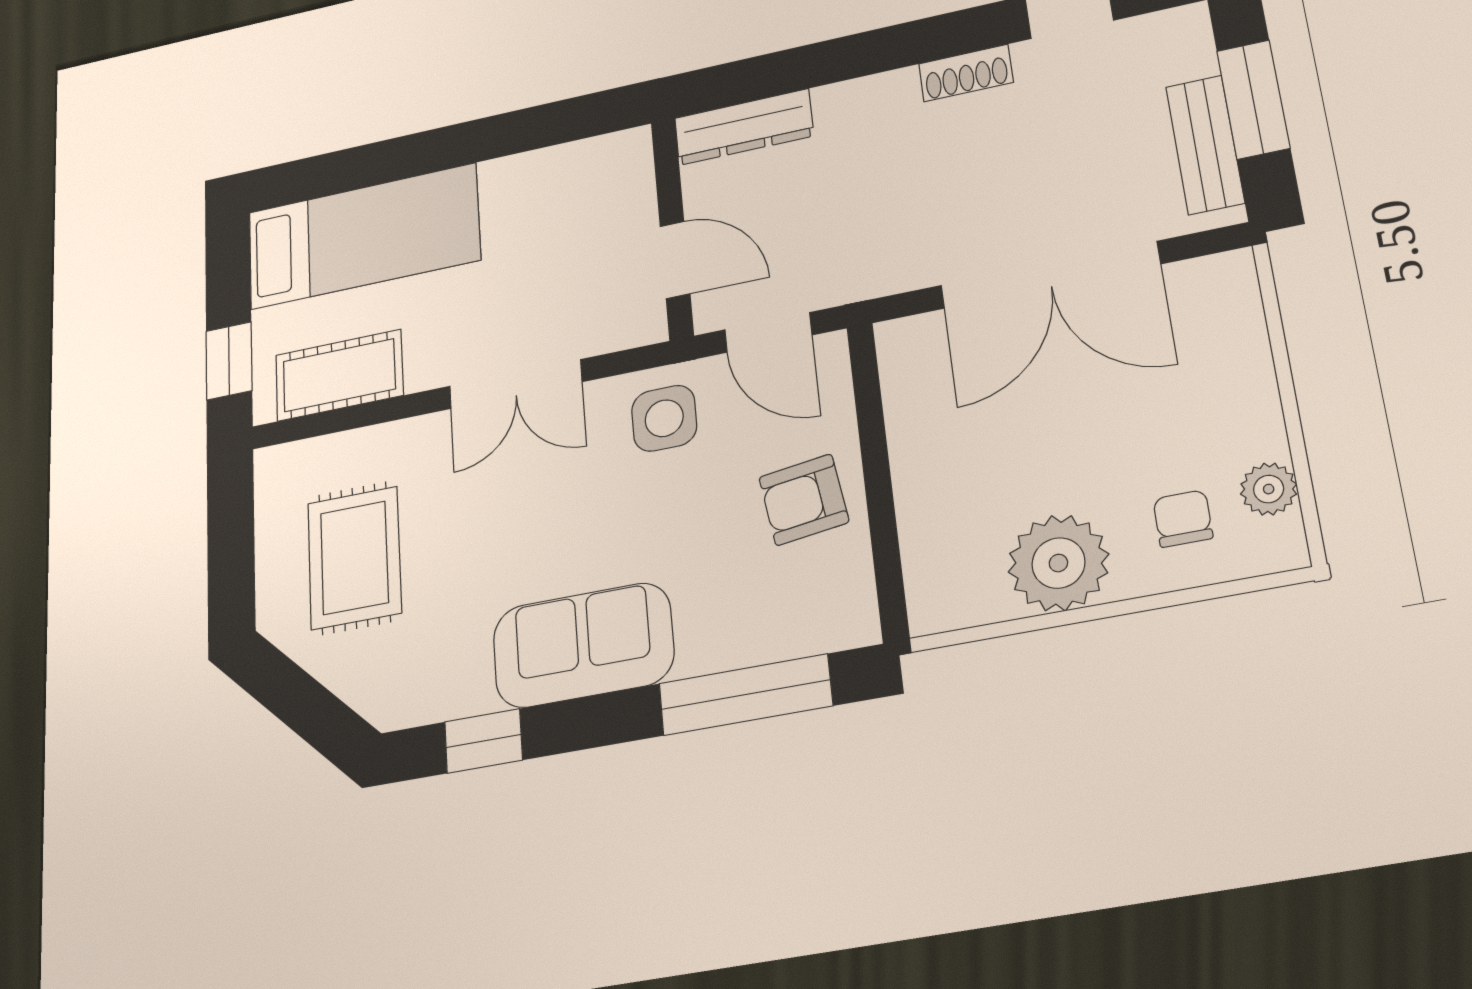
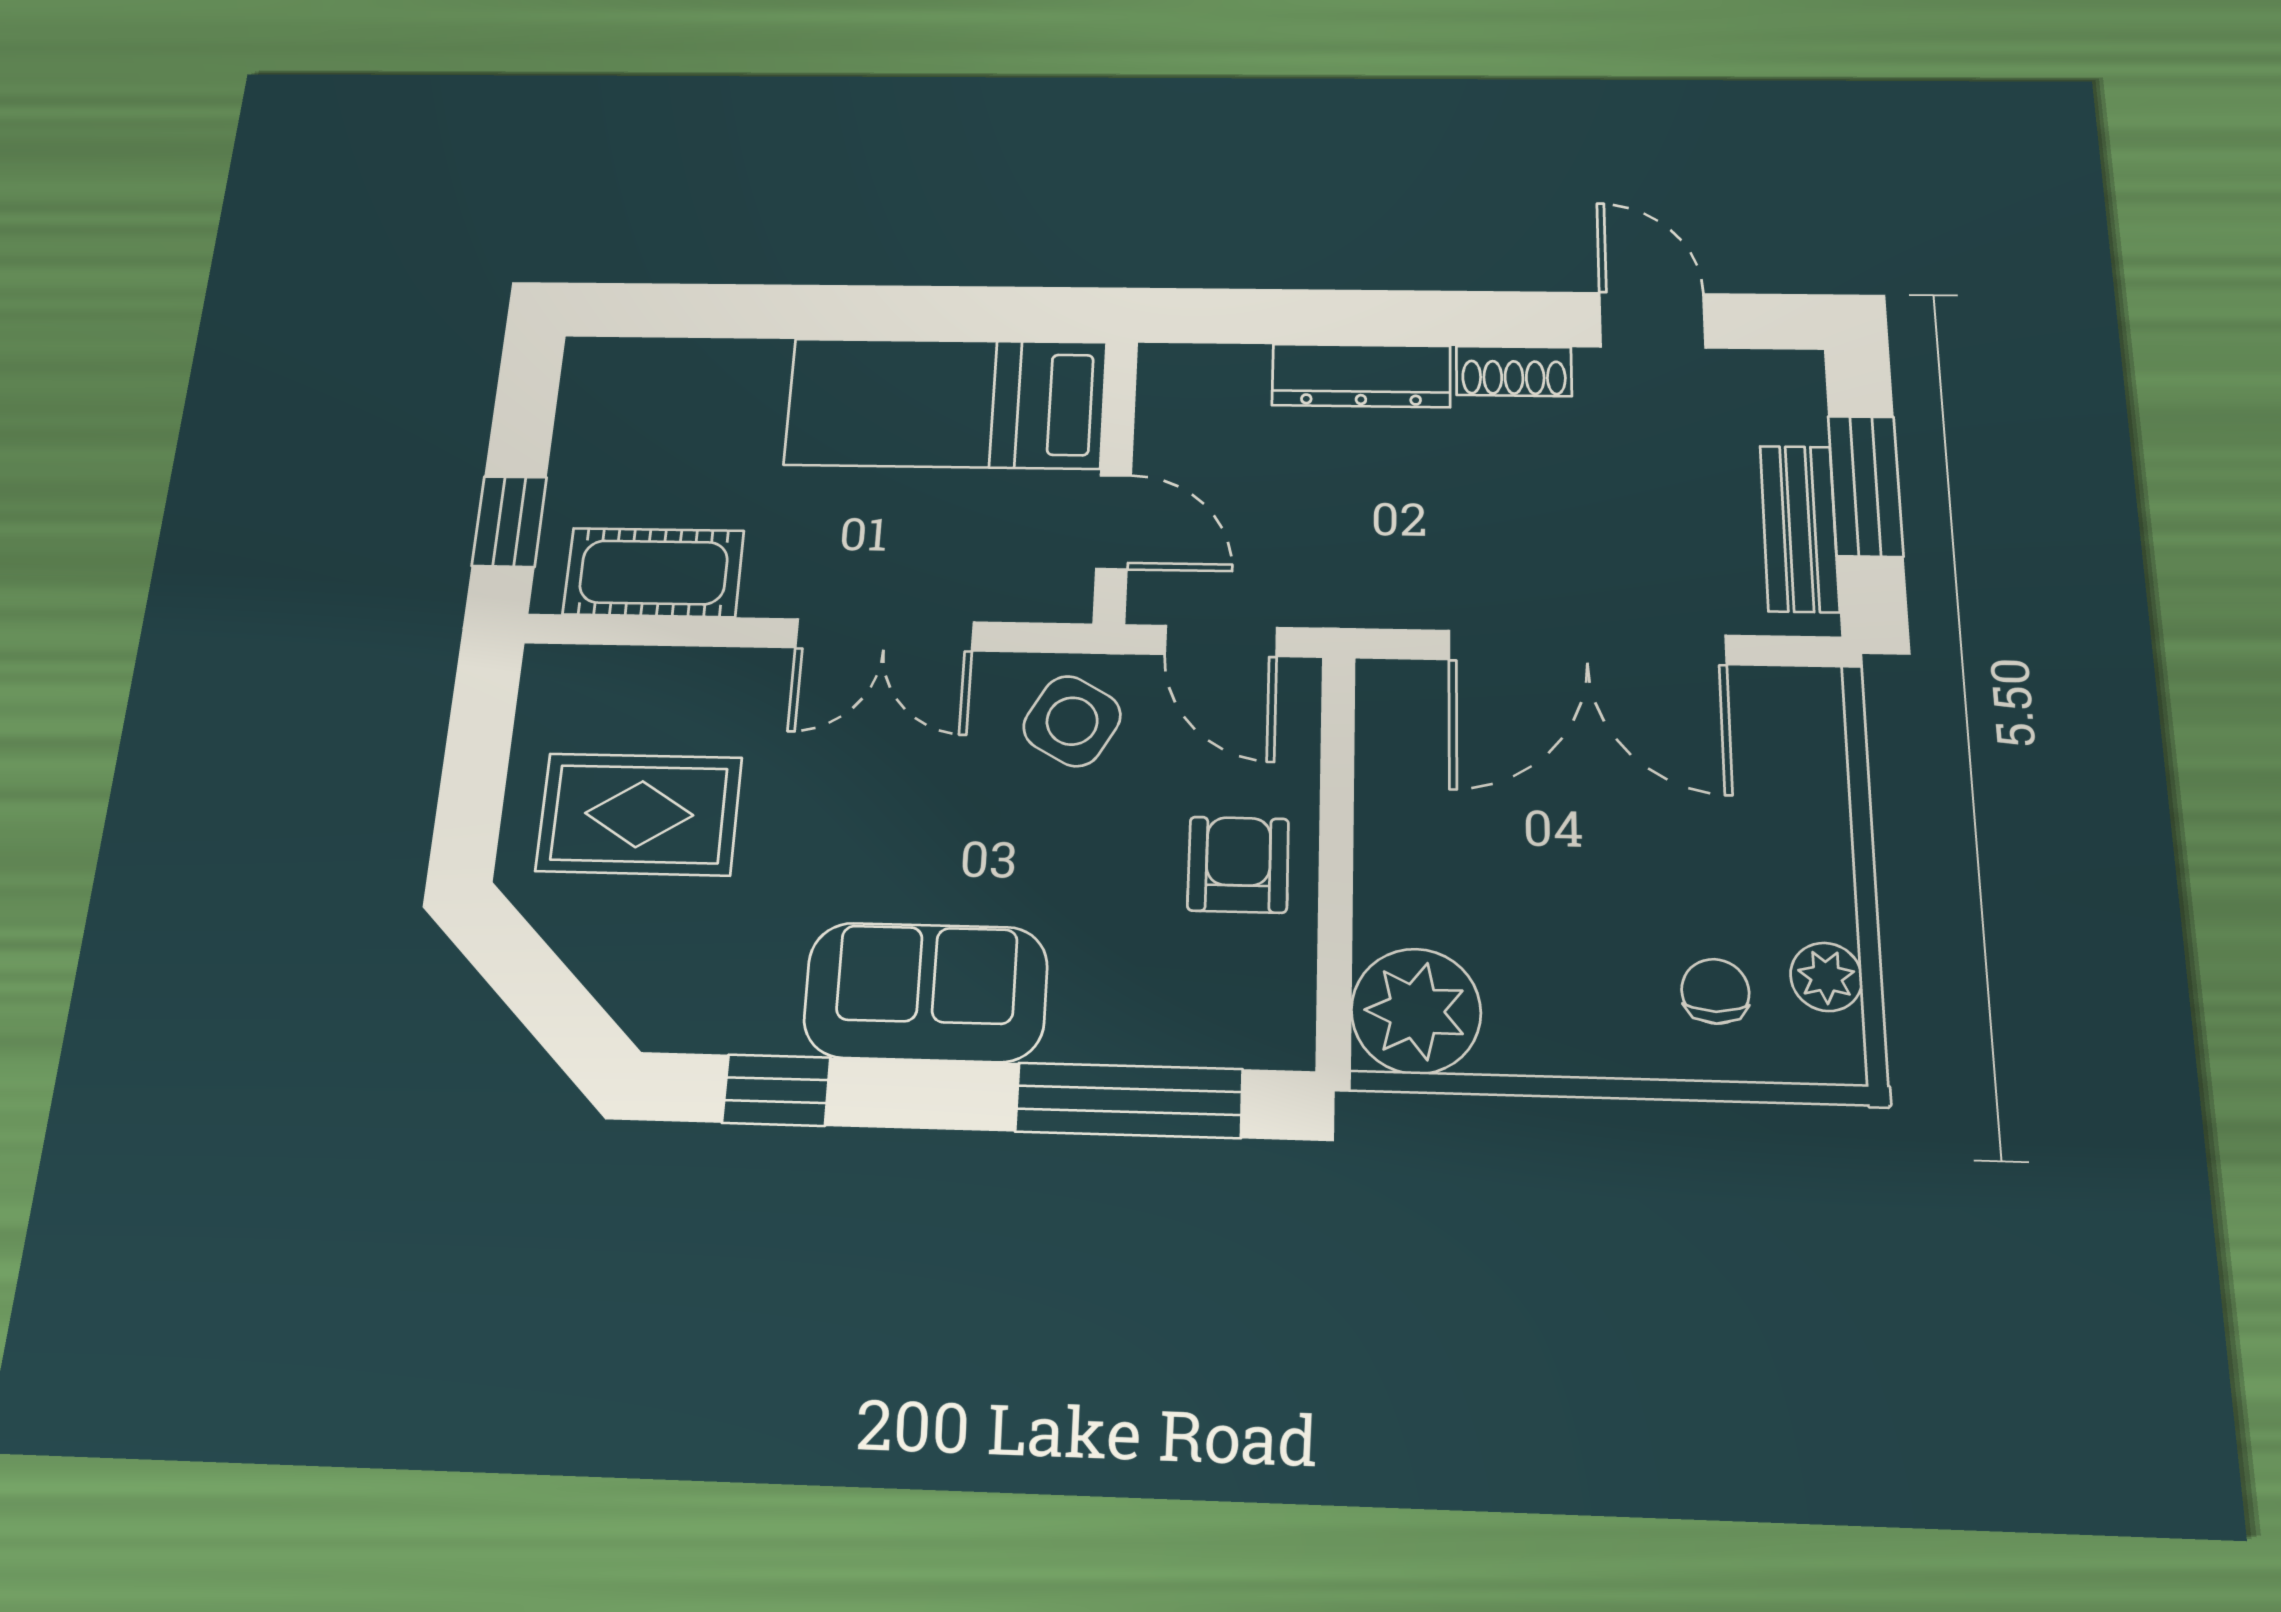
dresser: (744, 127) -> (1361, 376), moved
bed: (363, 236) -> (946, 403), moved, turned 180
side table: (664, 418) -> (1072, 721), turned 30
armchair: (804, 500) -> (1238, 865), turned 98
rug: (354, 558) -> (639, 814), turned 90
plant: (1058, 563) -> (1416, 1011), moved

